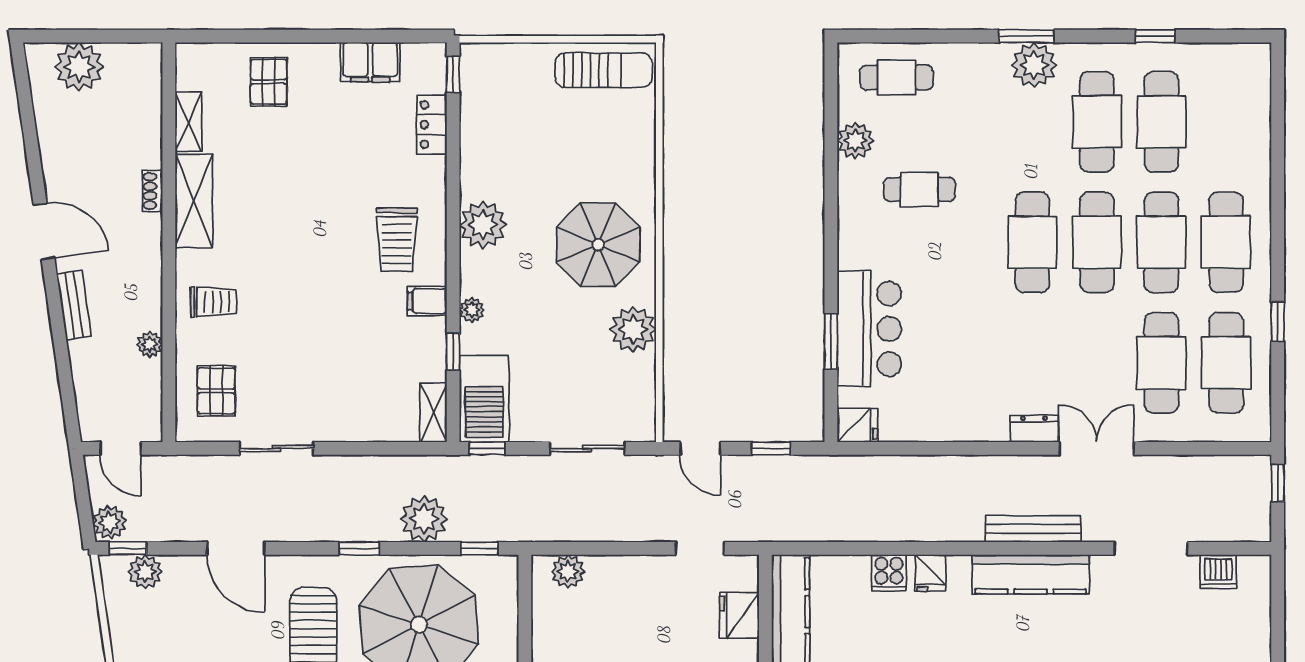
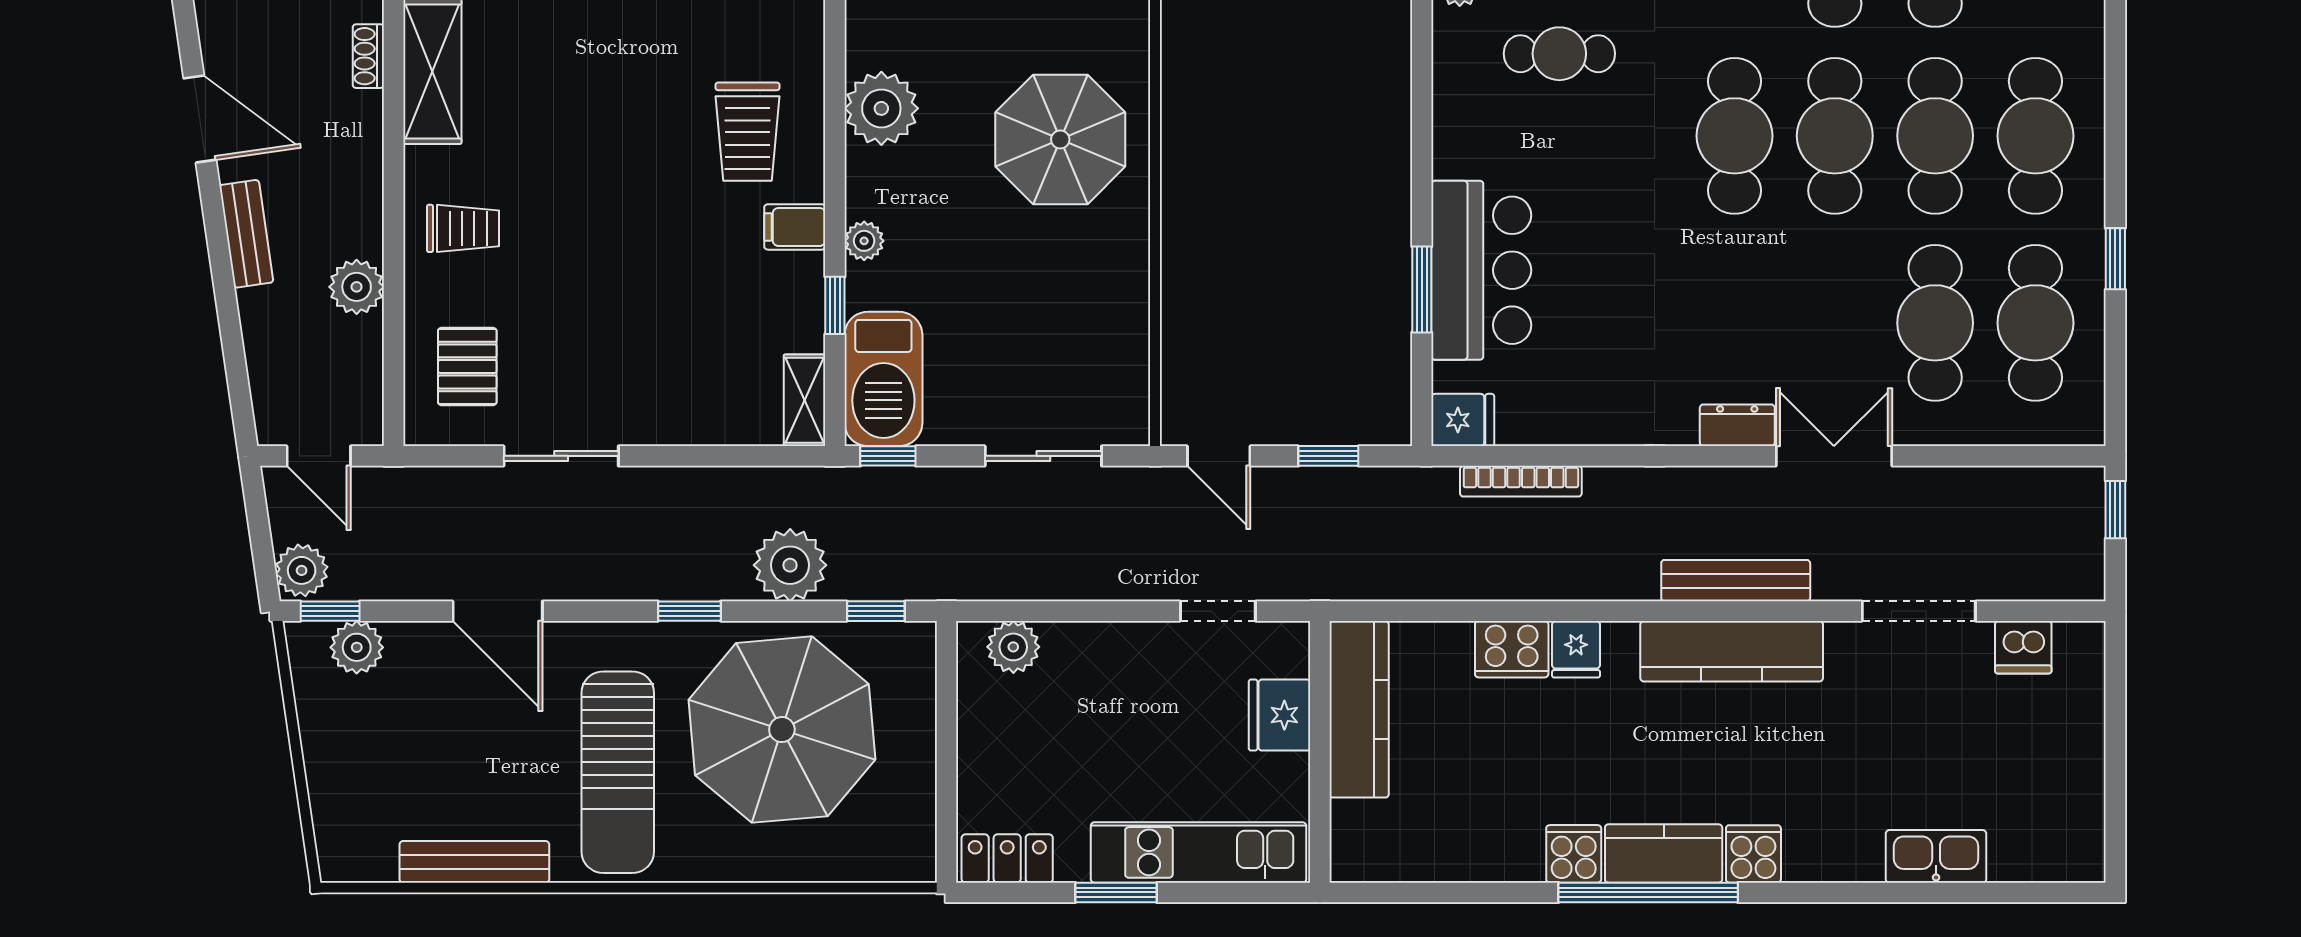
plant: (633, 329) -> (1115, 271), removed
plant: (150, 344) -> (357, 287), width x1.38, depth x1.38
bookcase: (895, 465) -> (1521, 481), added
cooker: (889, 573) -> (1512, 649), width x1.36

